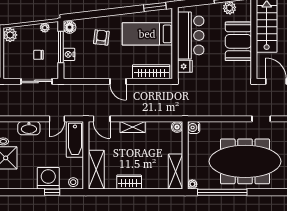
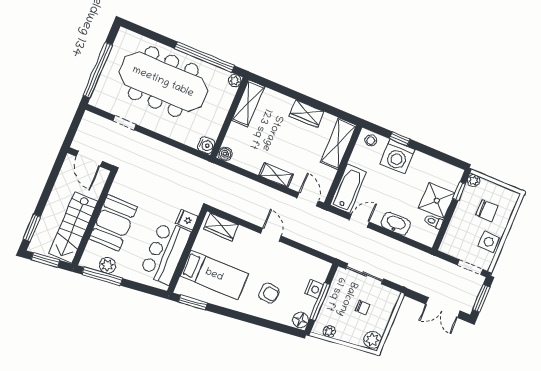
armchair: (101, 37) -> (269, 293), turned -91
chair: (39, 55) -> (363, 308), moved
wardrobe: (151, 72) -> (221, 227), width x0.67

